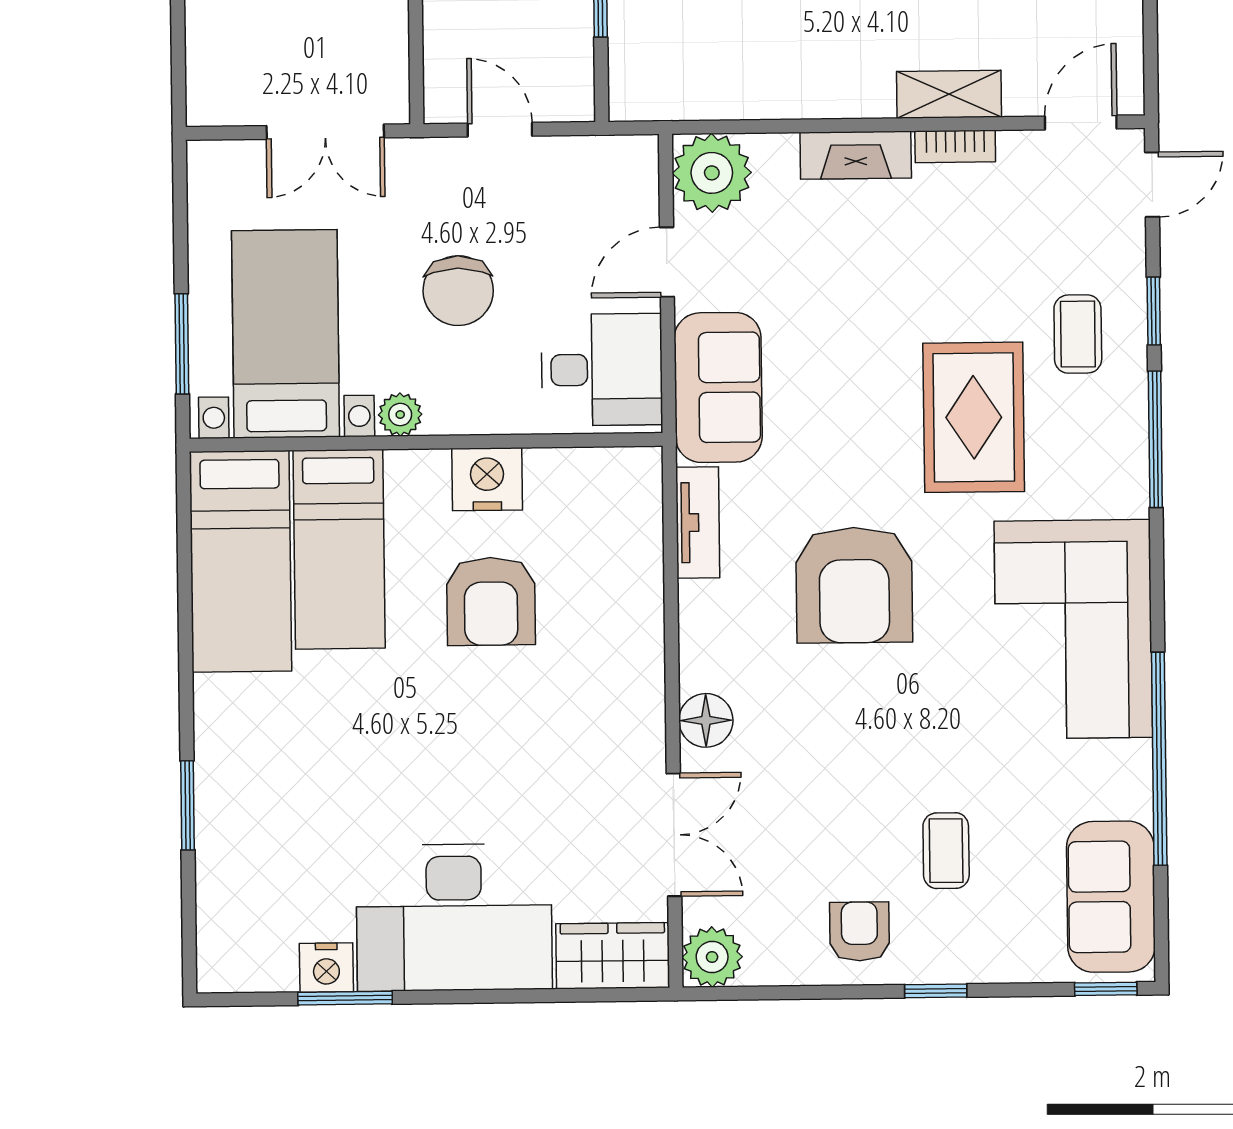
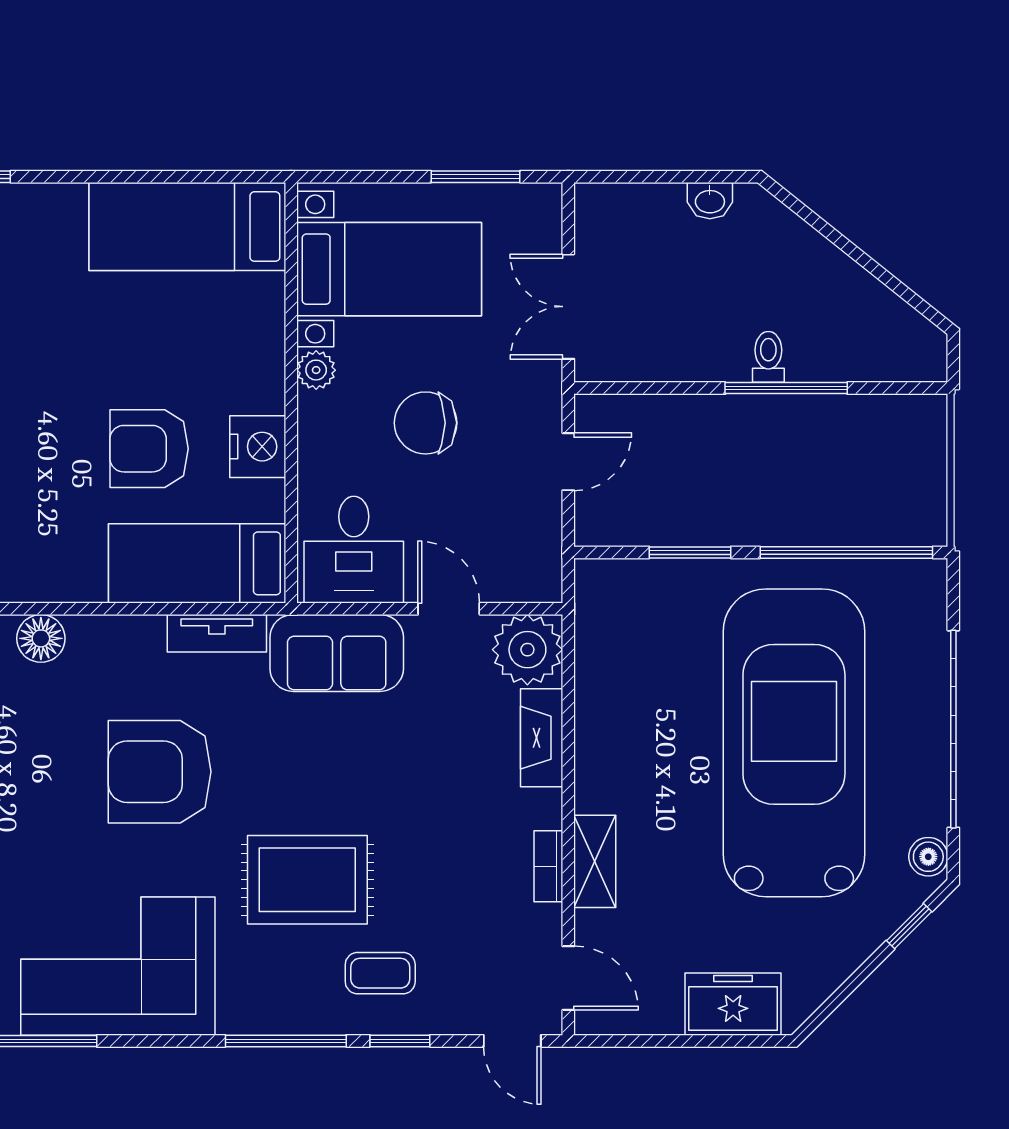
fireplace: (856, 155) -> (542, 738), moved
window: (182, 344) -> (476, 177), moved
bed: (339, 549) -> (197, 563), moved

